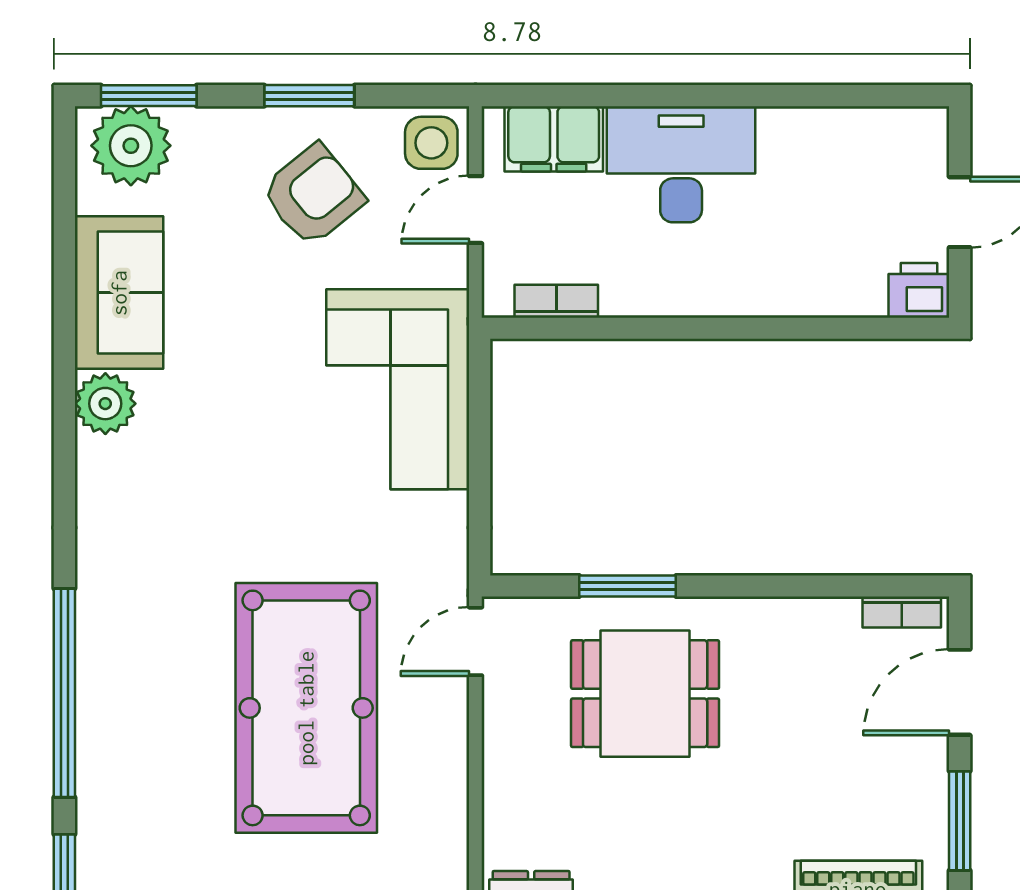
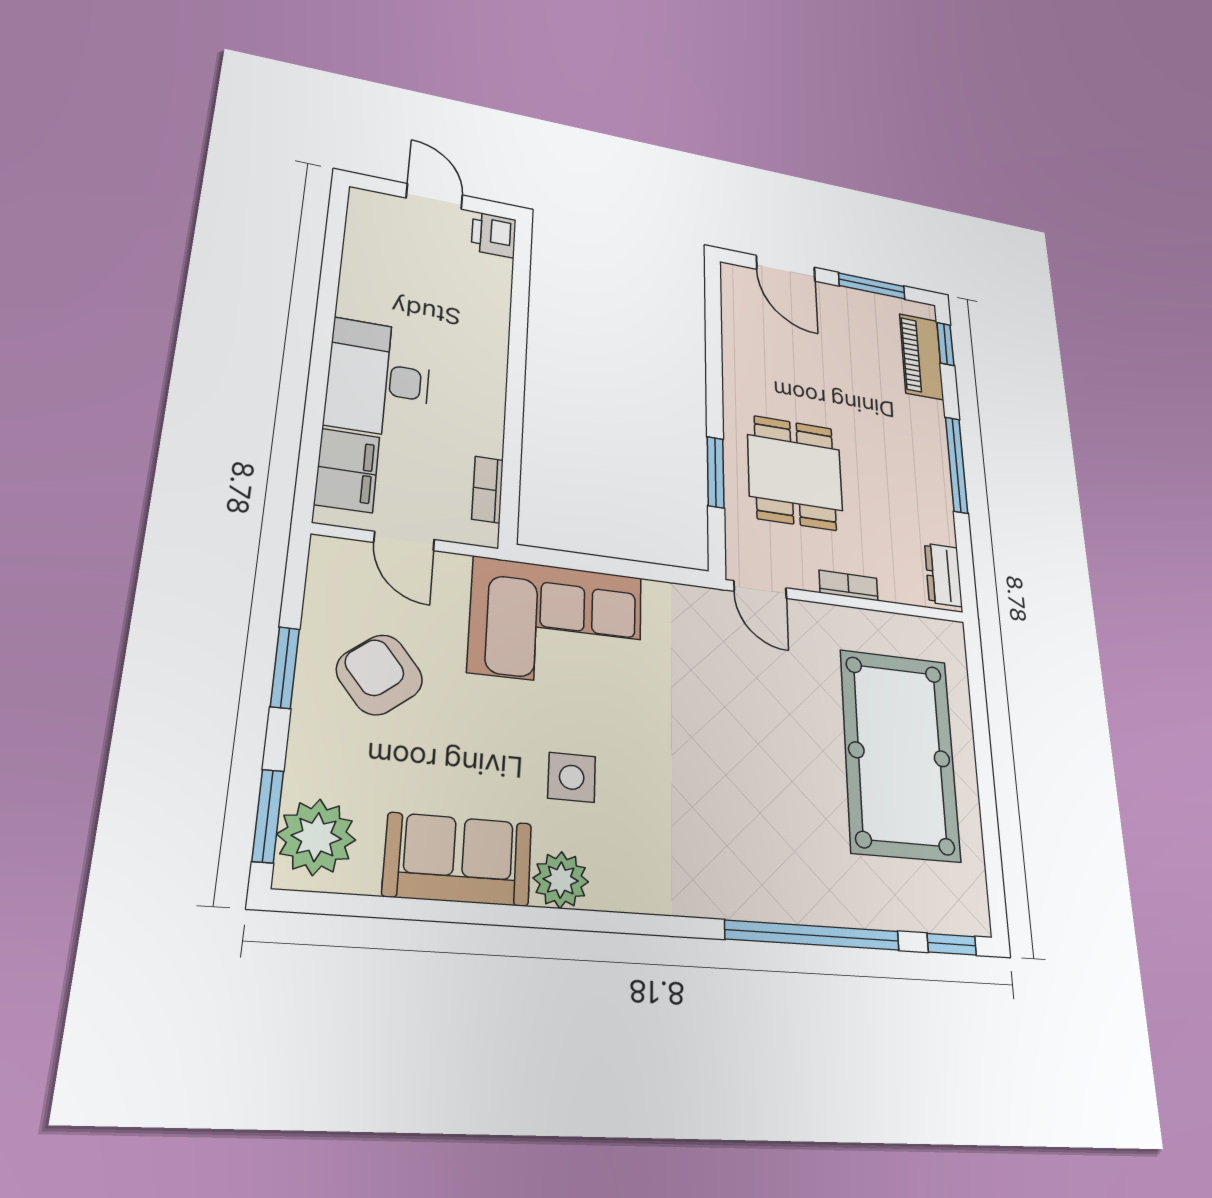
side table: (431, 143) -> (572, 777), moved
bookcase: (902, 612) -> (849, 586), moved, turned -90
pool table: (306, 708) -> (899, 754), moved, turned 90

